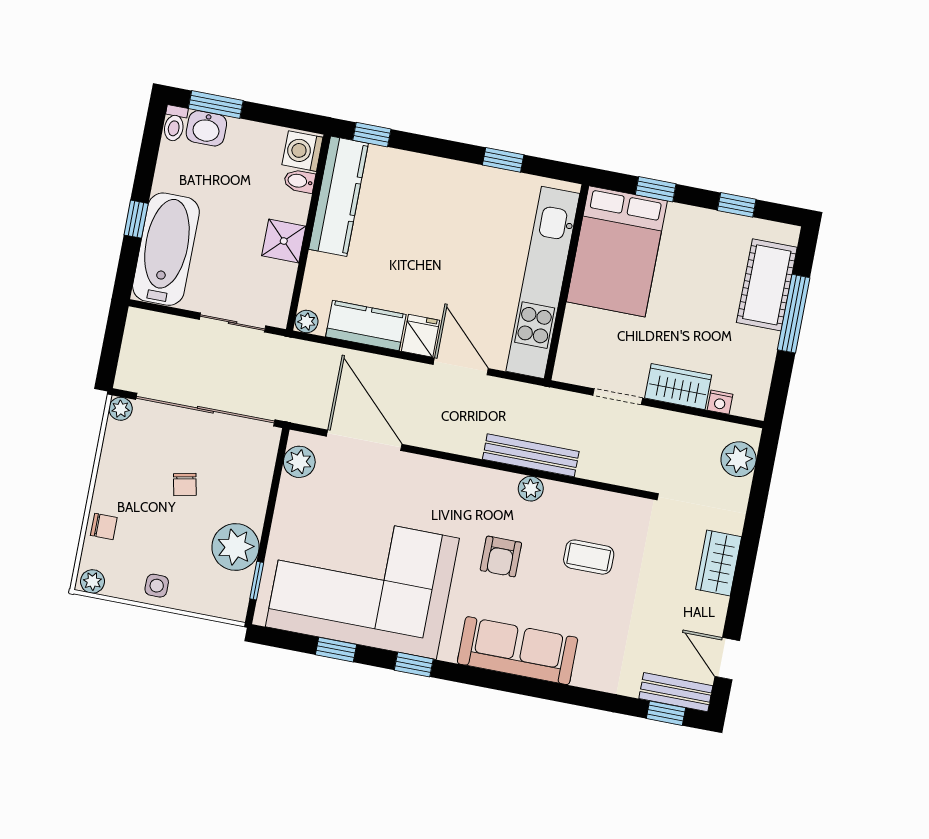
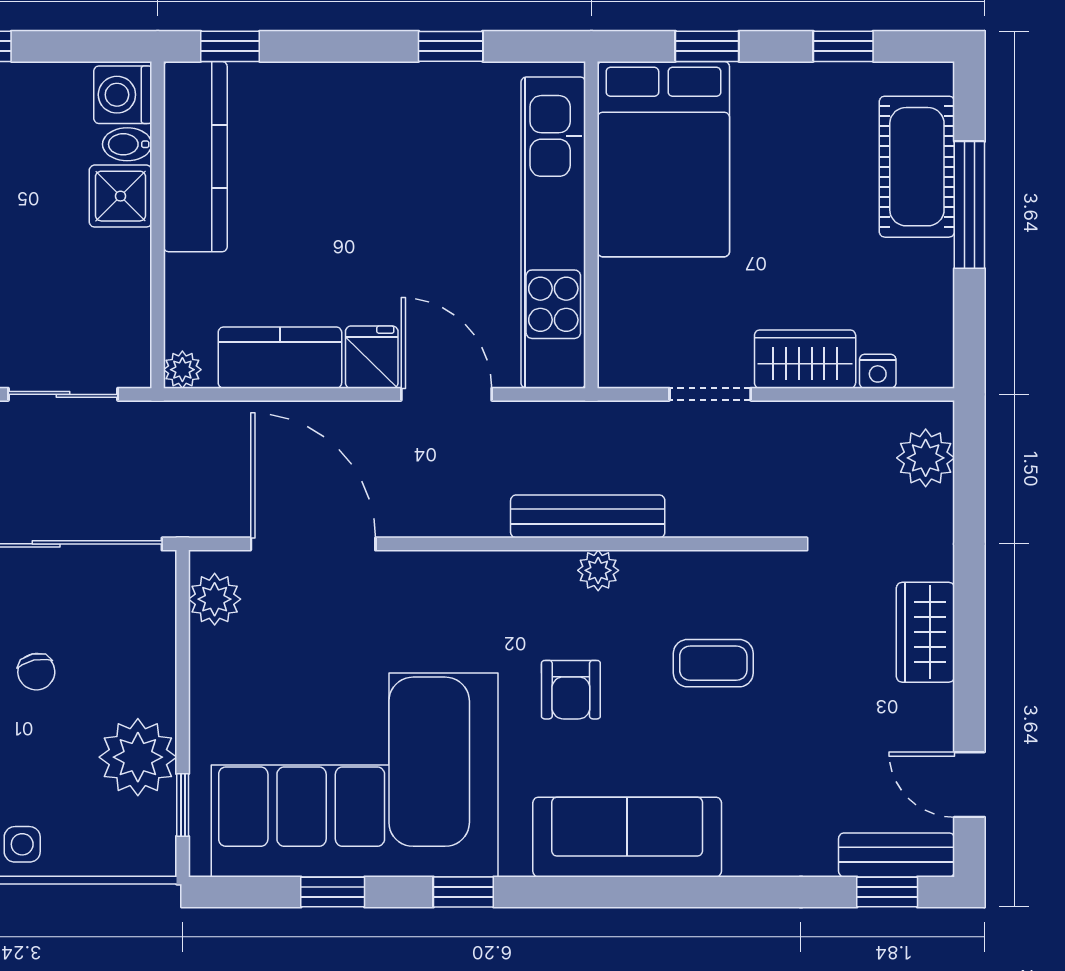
shower: (284, 241) -> (121, 196), moved

